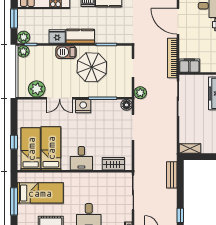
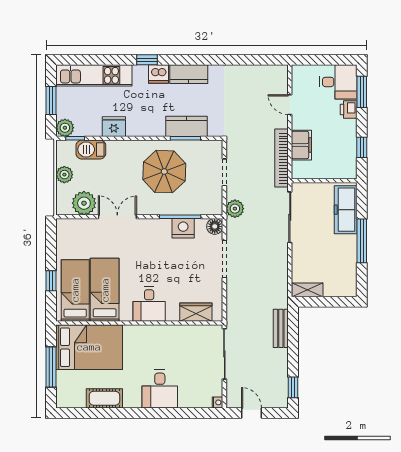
door: (178, 21) -> (290, 105), width x0.53
kitchen counter: (80, 36) -> (187, 126), moved
plant: (23, 51) -> (64, 175), moved
barbecue: (66, 52) -> (91, 150), moved
filing cabinet: (189, 66) -> (301, 145), moved, turned 90
double door: (60, 98) -> (117, 217), swing flipped
nightstand: (83, 106) -> (183, 228), moved
bed: (40, 193) -> (89, 347), width x1.50

